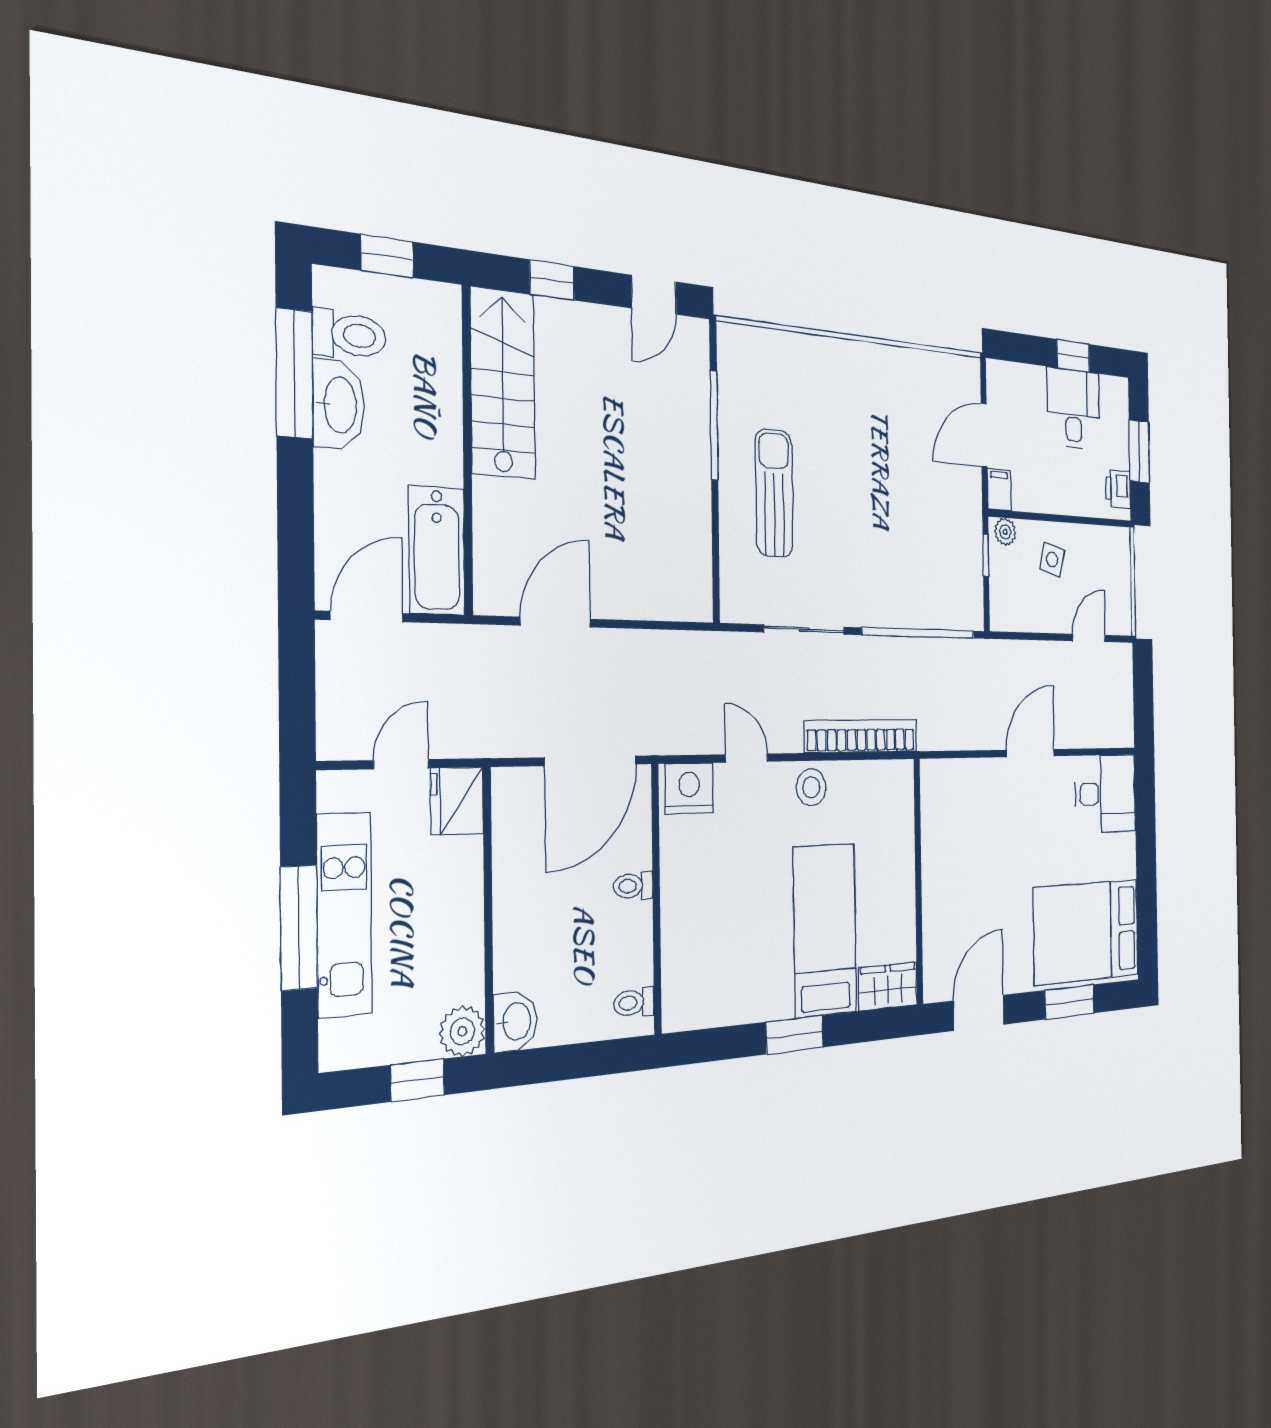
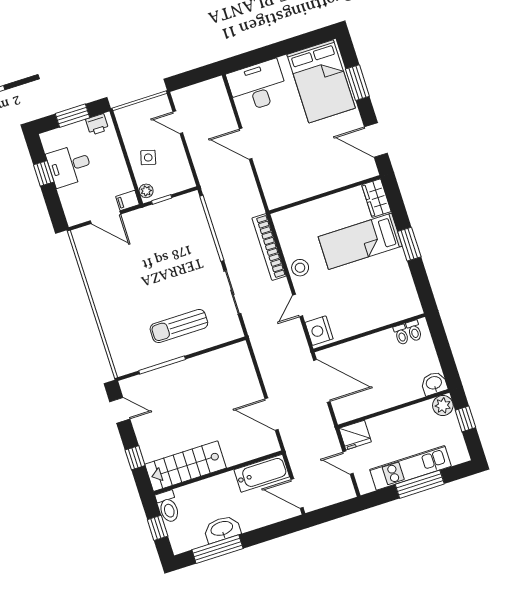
toilet: (349, 335) -> (168, 507), moved, turned 180
desk: (1106, 794) -> (257, 86), width x1.37
toilet: (633, 886) -> (401, 335), moved

